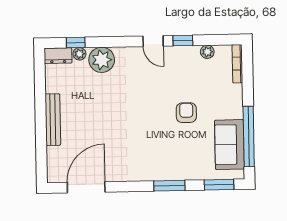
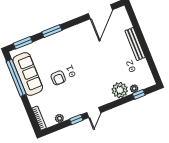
door: (153, 41) -> (94, 113), swing flipped
dresser: (58, 56) -> (146, 83), removed
sofa: (229, 145) -> (28, 74), width x1.36

